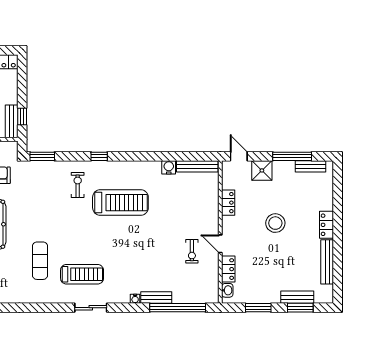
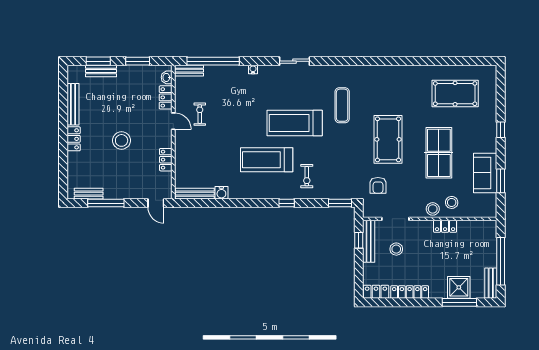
bench: (12, 121) -> (369, 241), width x1.36
shower: (262, 170) -> (134, 190), removed
treadmill: (82, 274) -> (295, 123), moved, width x1.37, depth x1.38
bench: (156, 298) -> (189, 71), moved

